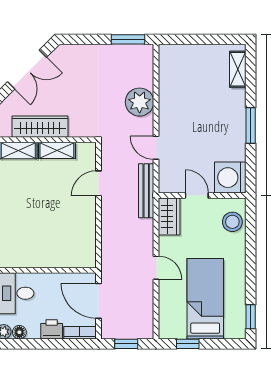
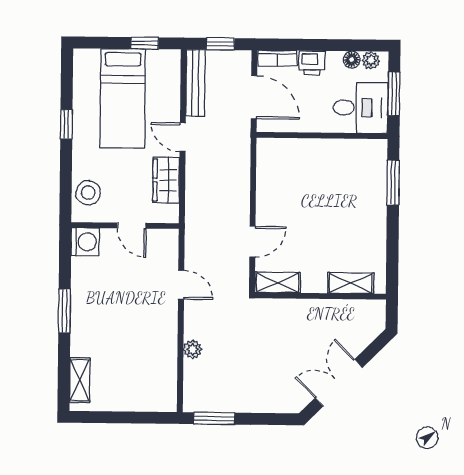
plant: (140, 102) -> (193, 349), width x0.53, depth x0.53
wardrobe: (40, 127) -> (324, 312), removed
shelving: (57, 150) -> (278, 283), moved
washing machine: (230, 178) -> (85, 242), width x0.73, depth x0.73
bench: (146, 191) -> (195, 83), moved
wardrobe: (169, 216) -> (166, 180), moved
window: (251, 317) -> (66, 124), moved

